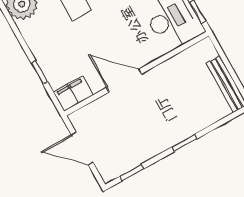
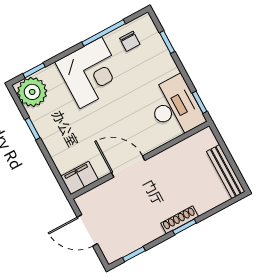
window: (39, 72) -> (32, 129), moved
shoe rack: (179, 136) -> (180, 220), added

